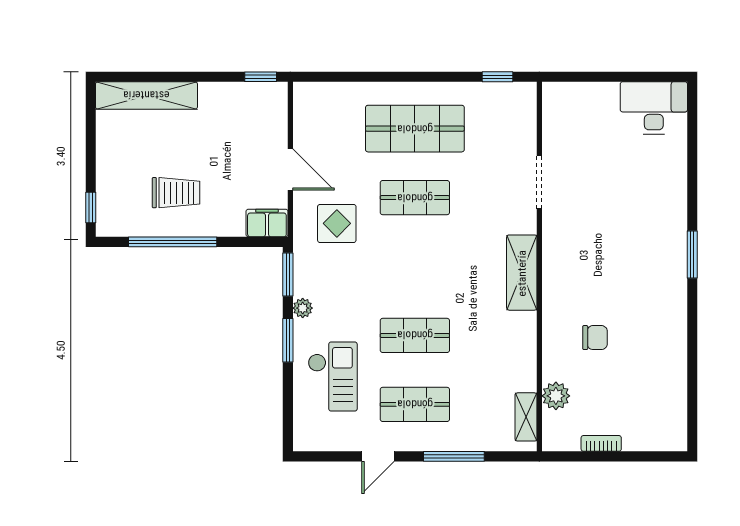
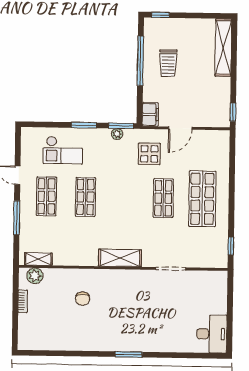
plant: (303, 308) -> (117, 134), moved
plant: (556, 396) -> (35, 276), moved

